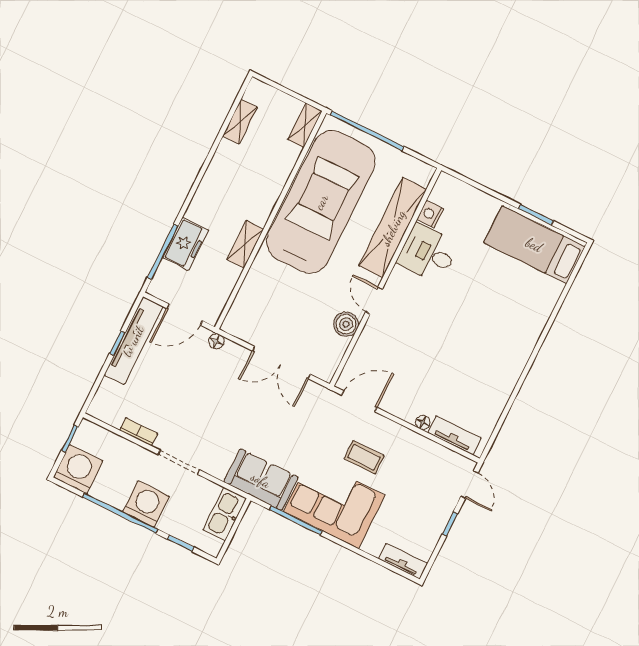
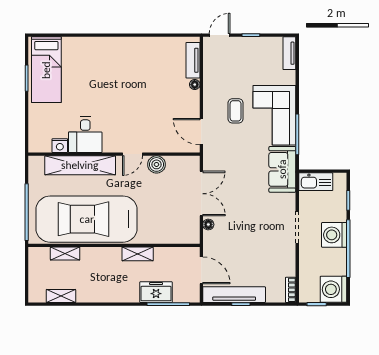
shelving: (305, 125) -> (65, 253), moved
floor lamp: (216, 341) -> (208, 224), moved
bookcase: (139, 432) -> (291, 290), moved

